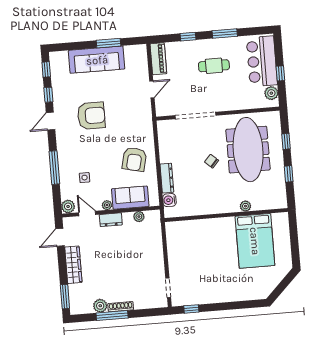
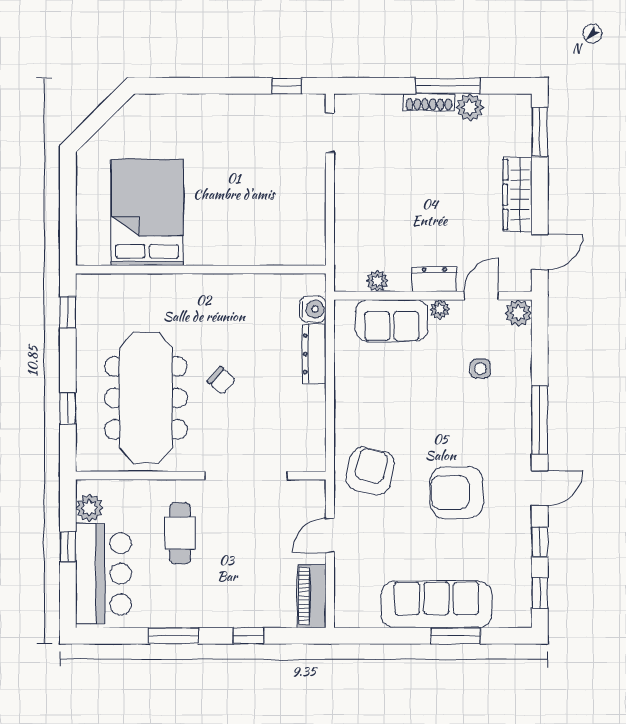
window: (109, 43) -> (456, 636), moved
cafe table: (214, 66) -> (180, 533), moved, turned 90
armchair: (134, 159) -> (370, 471), moved
window: (54, 168) -> (540, 420), moved
window: (289, 174) -> (68, 312), moved
plant: (245, 206) -> (160, 284), removed
door: (87, 214) -> (481, 296), swing flipped

